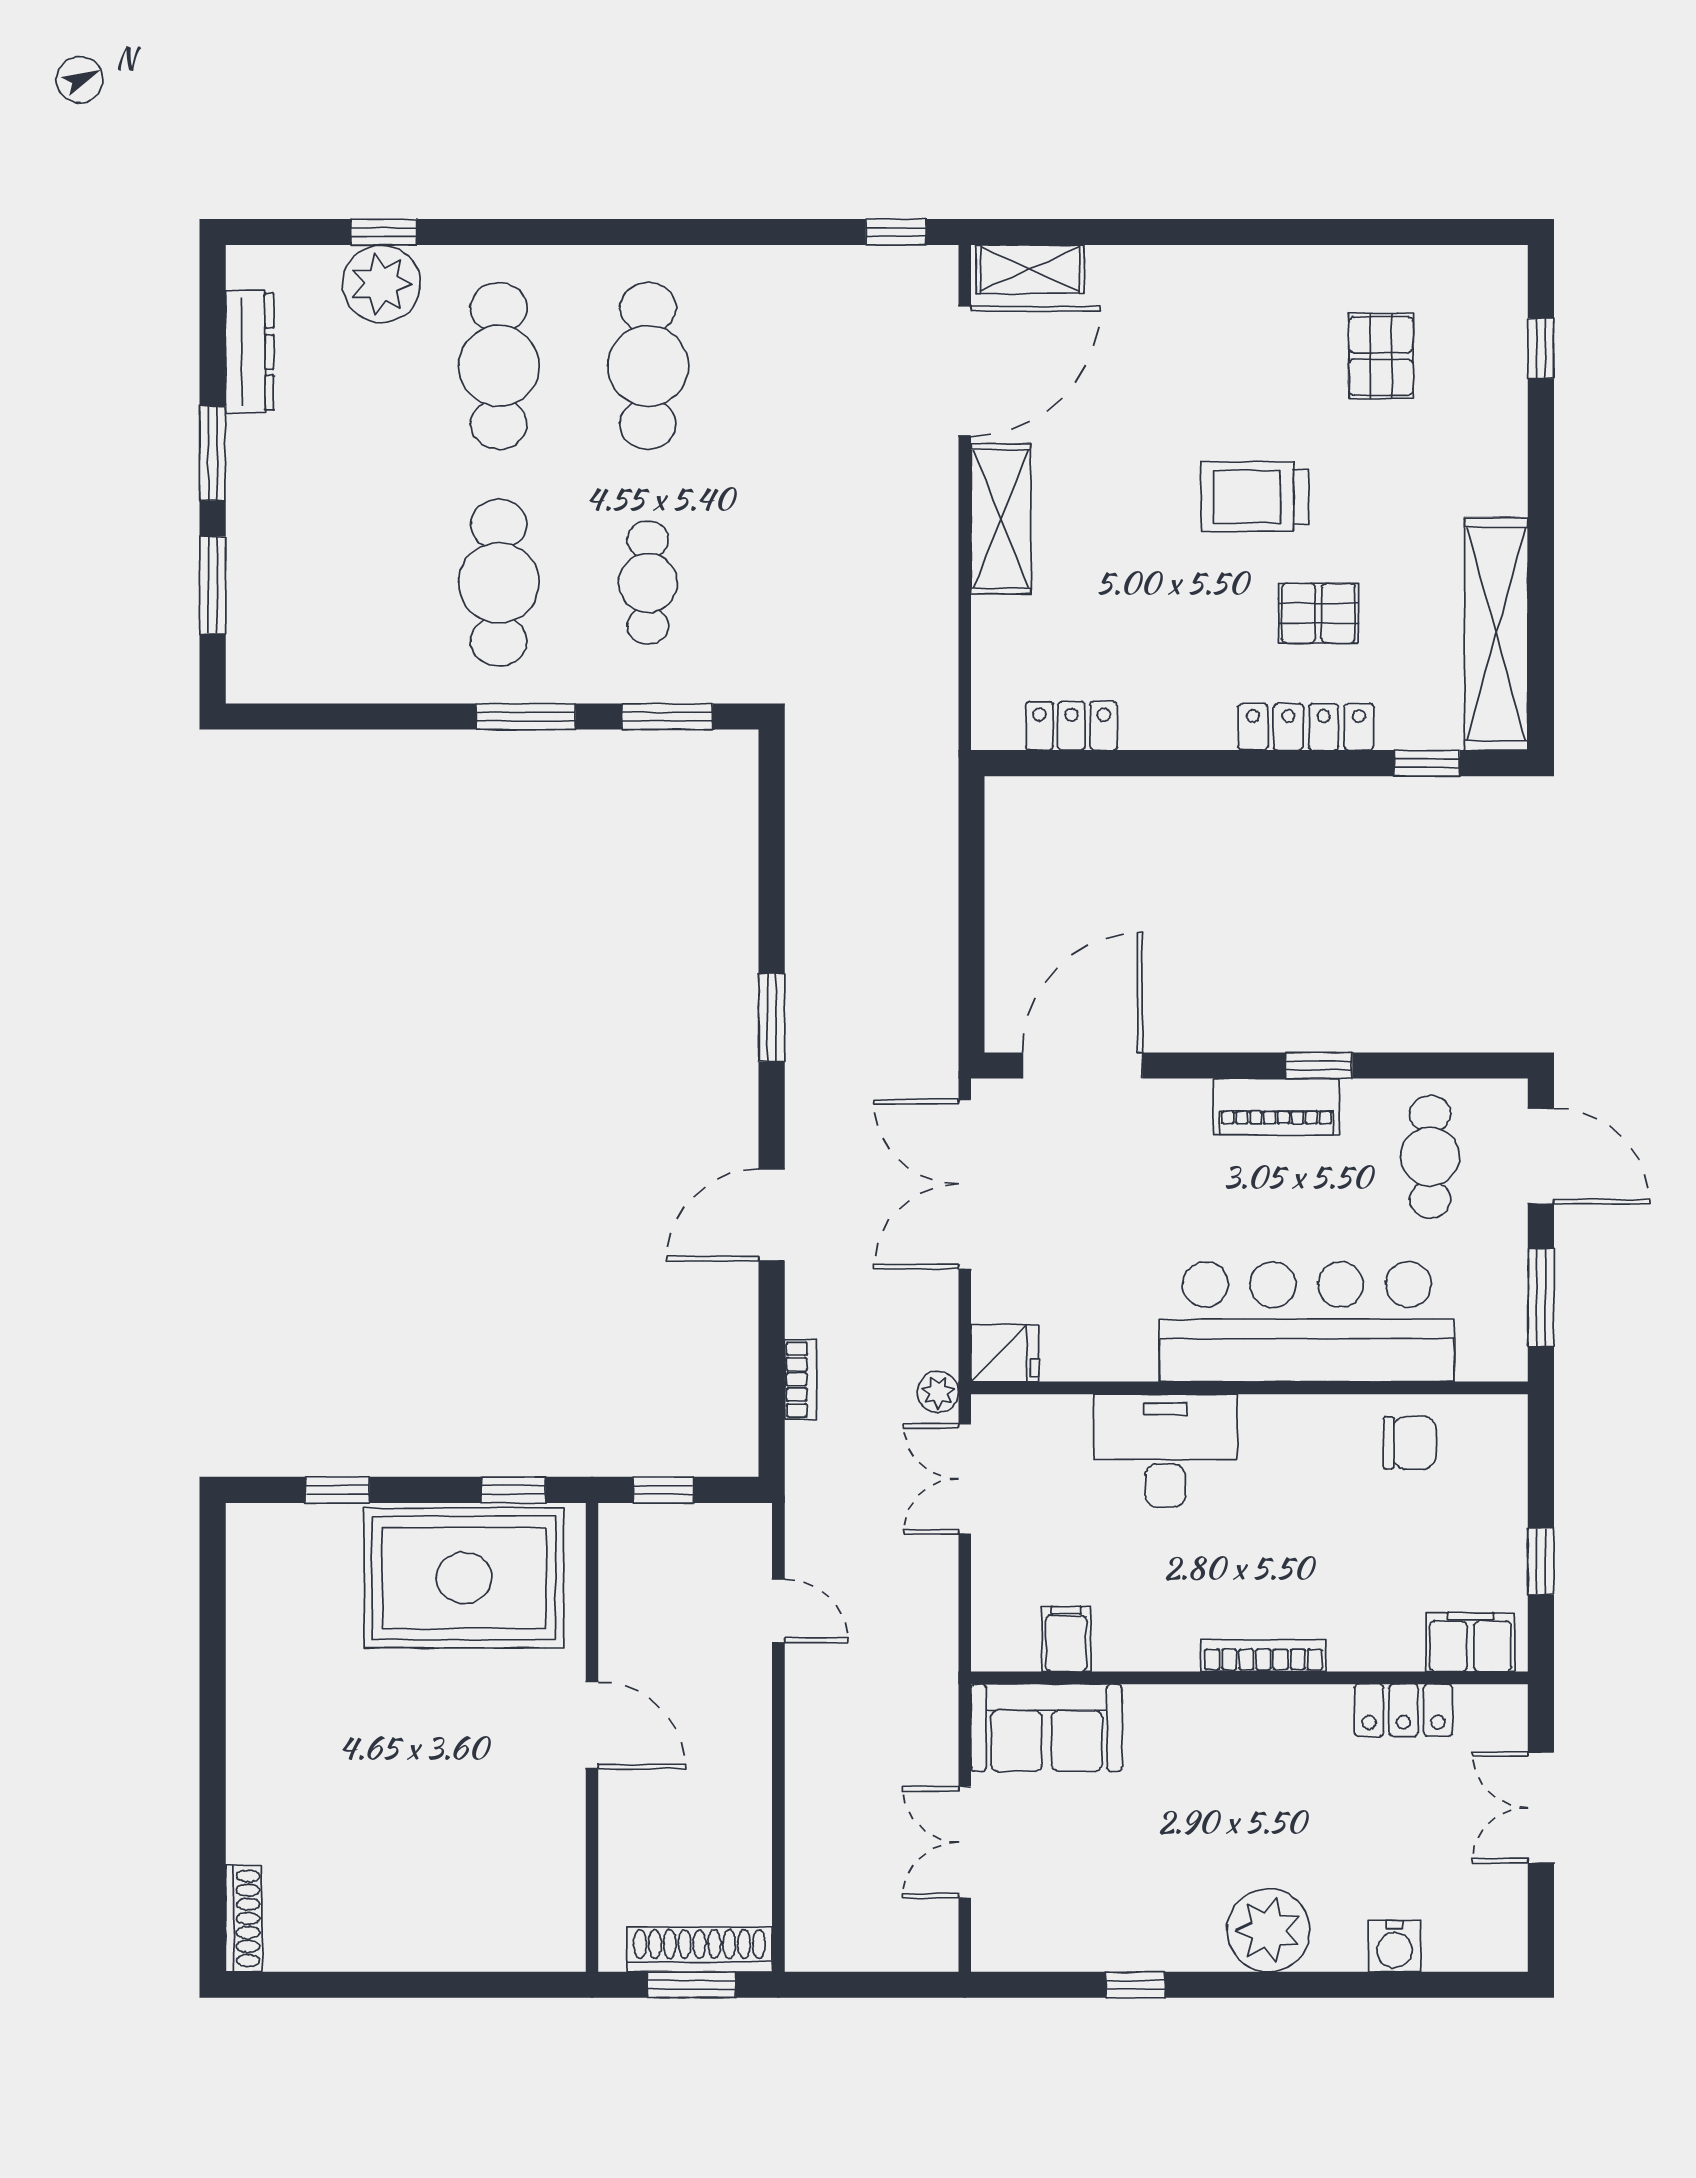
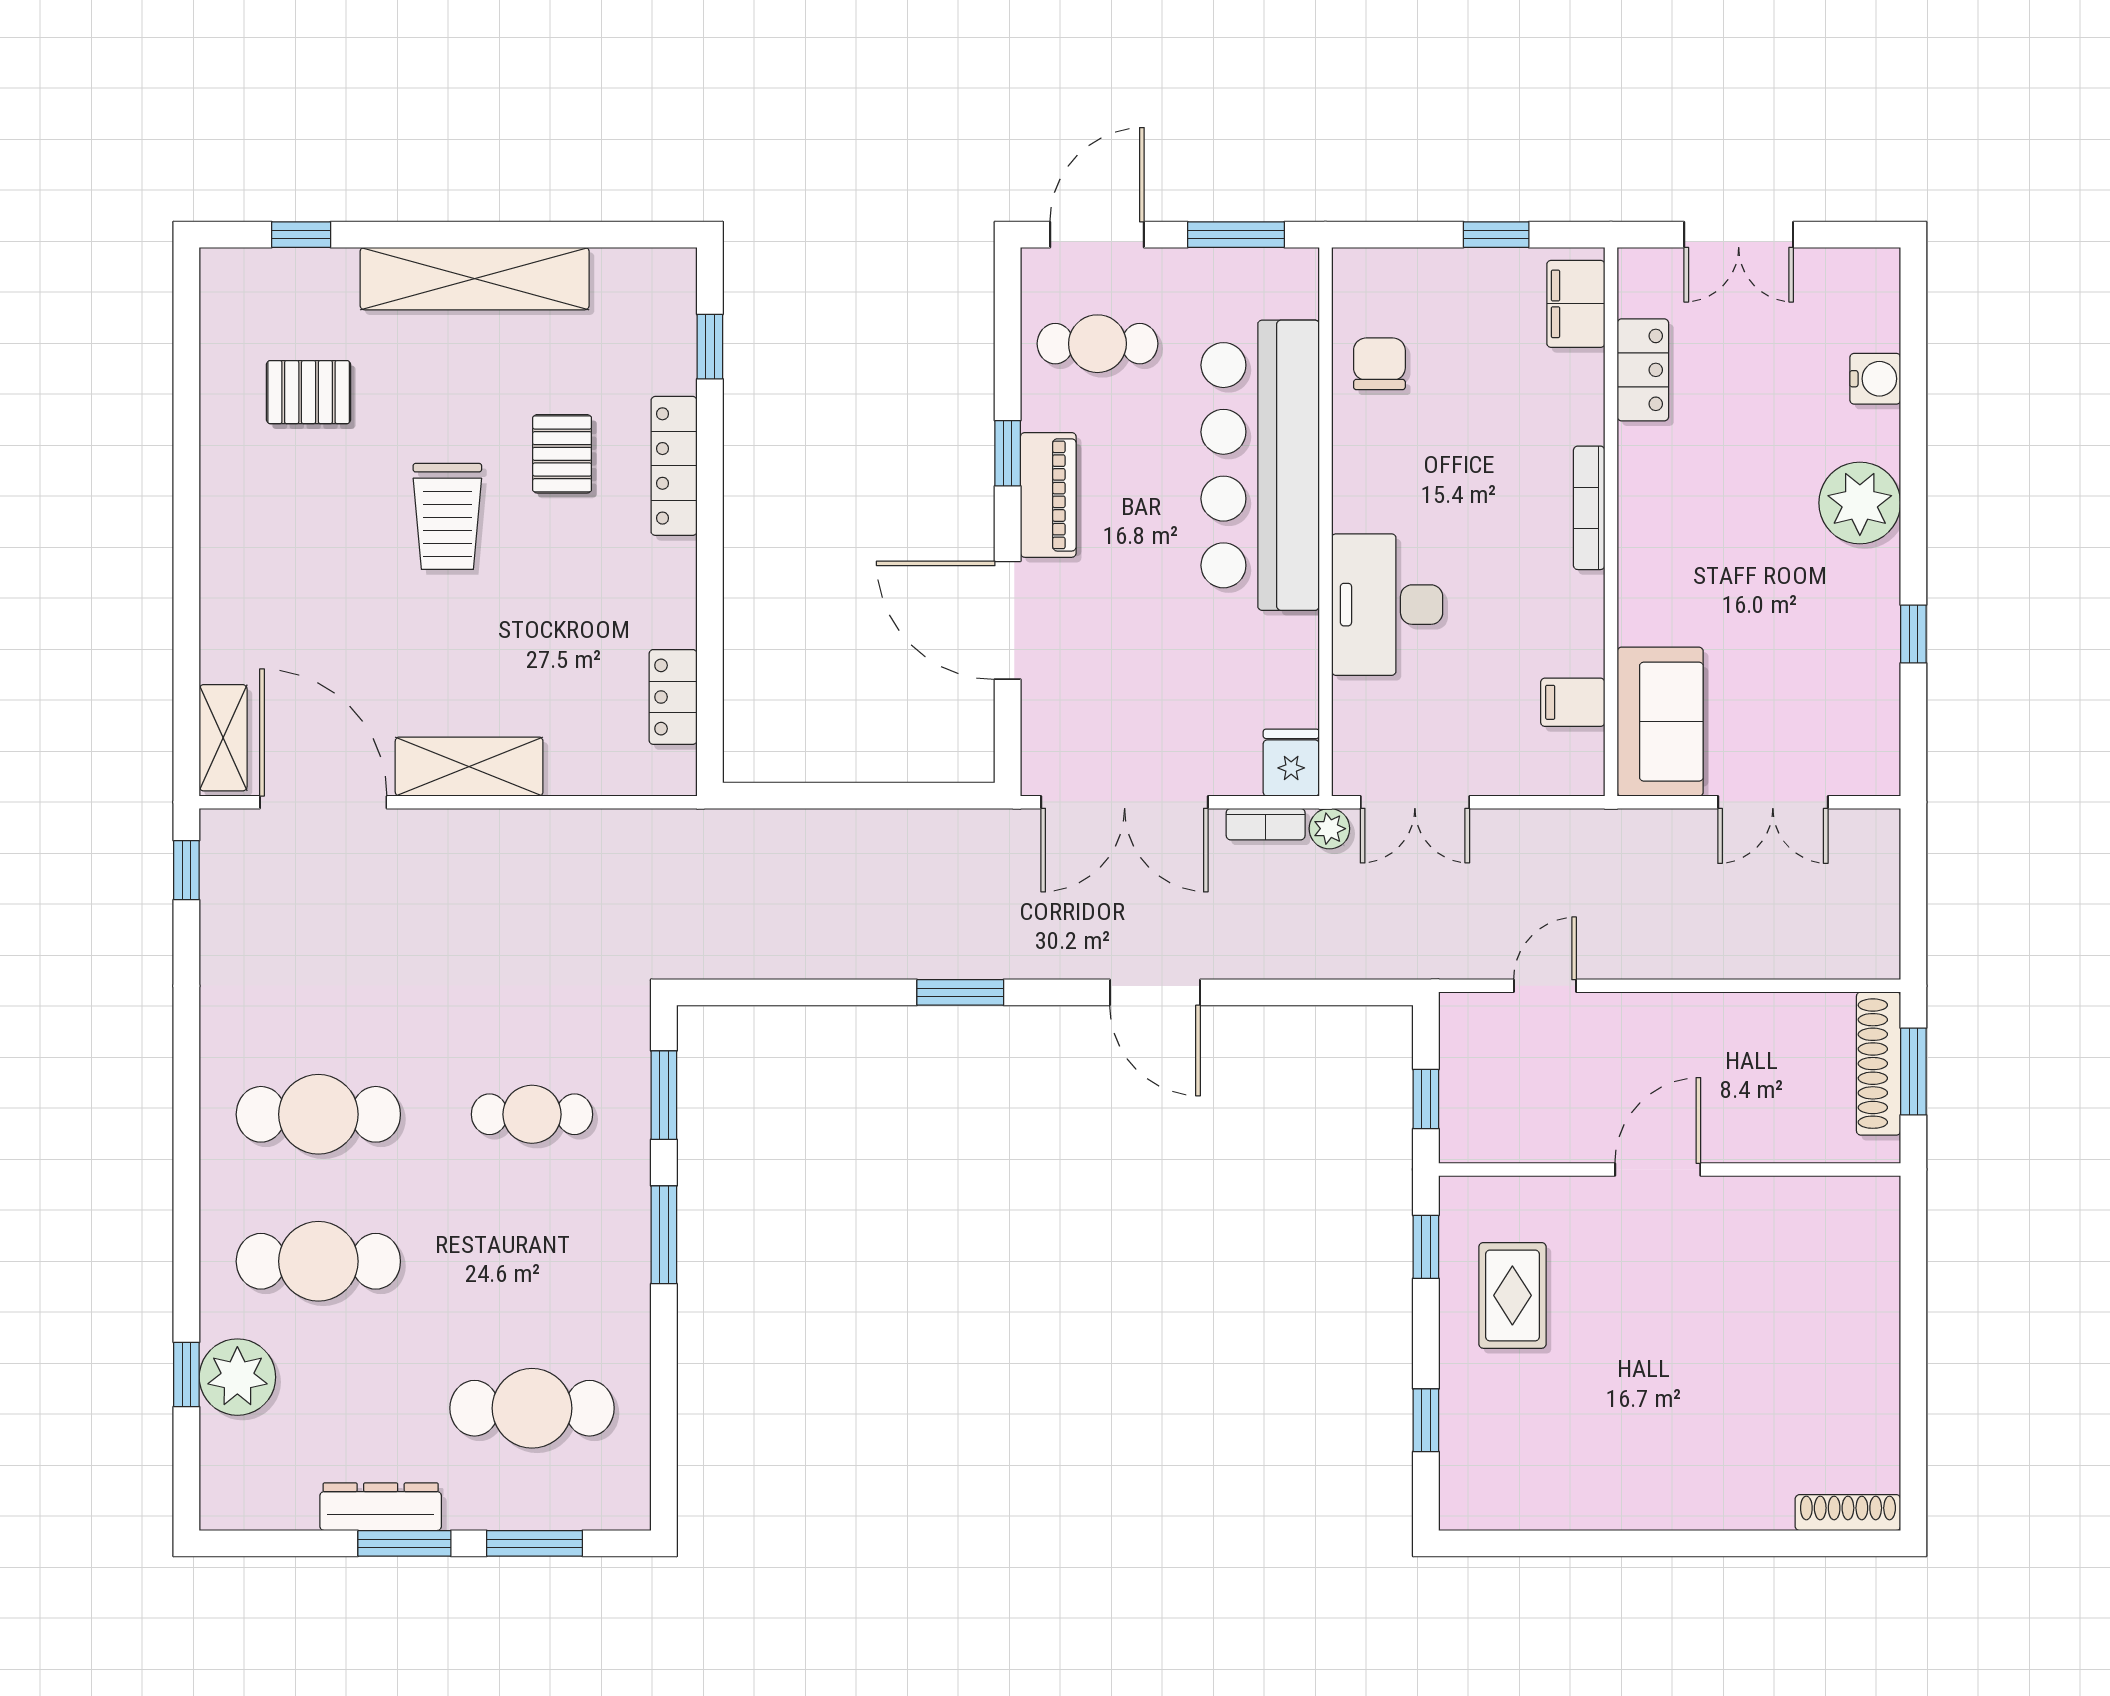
dresser: (250, 352) -> (381, 1507), moved
cafe table: (499, 583) -> (532, 1408), moved
shelving: (1496, 634) -> (475, 279), moved
door: (1082, 1065) -> (1008, 620), moved
bookcase: (801, 1379) -> (1266, 824), moved, turned 180
rug: (464, 1578) -> (1512, 1295), width x0.54, depth x0.49

